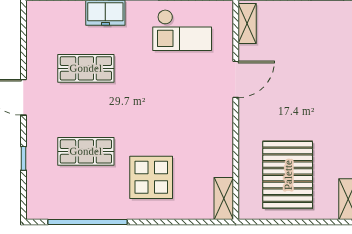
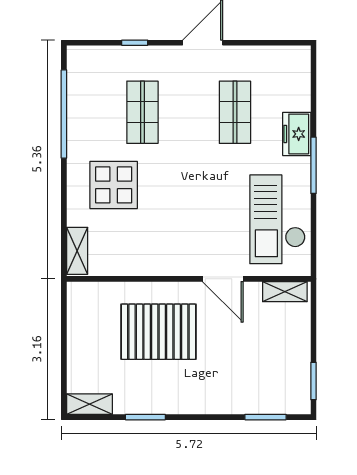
checkout: (182, 30) -> (277, 219), width x1.36, depth x1.21
pallet: (288, 175) -> (158, 332), moved
shelving: (224, 198) -> (77, 251), moved, turned 90

